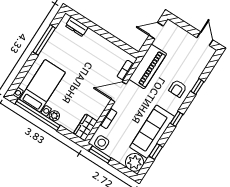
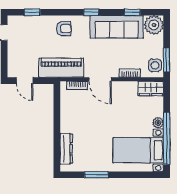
dresser: (77, 27) -> (66, 149), width x1.44
window: (44, 40) -> (96, 175), width x0.69
window: (197, 86) -> (32, 12), moved

